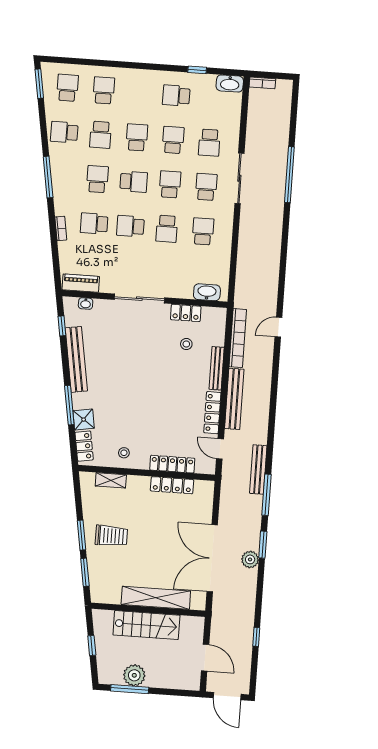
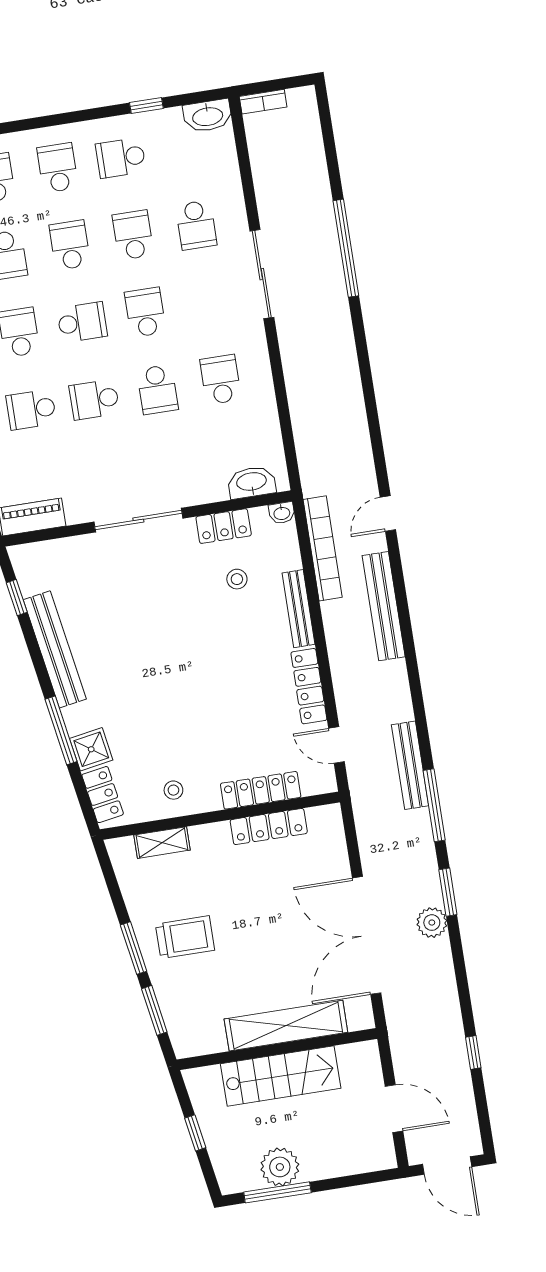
school desk: (206, 187) -> (58, 168), moved
washbasin: (86, 303) -> (282, 513), moved
bench: (234, 399) -> (384, 606), moved

